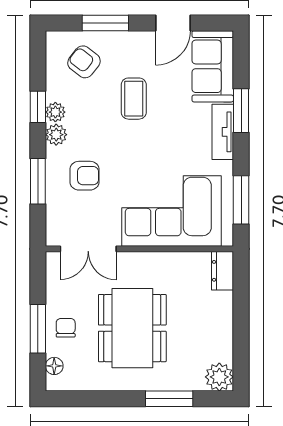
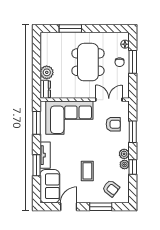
armchair: (84, 176) -> (113, 124), moved, turned 180
plant: (219, 377) -> (47, 72), moved

